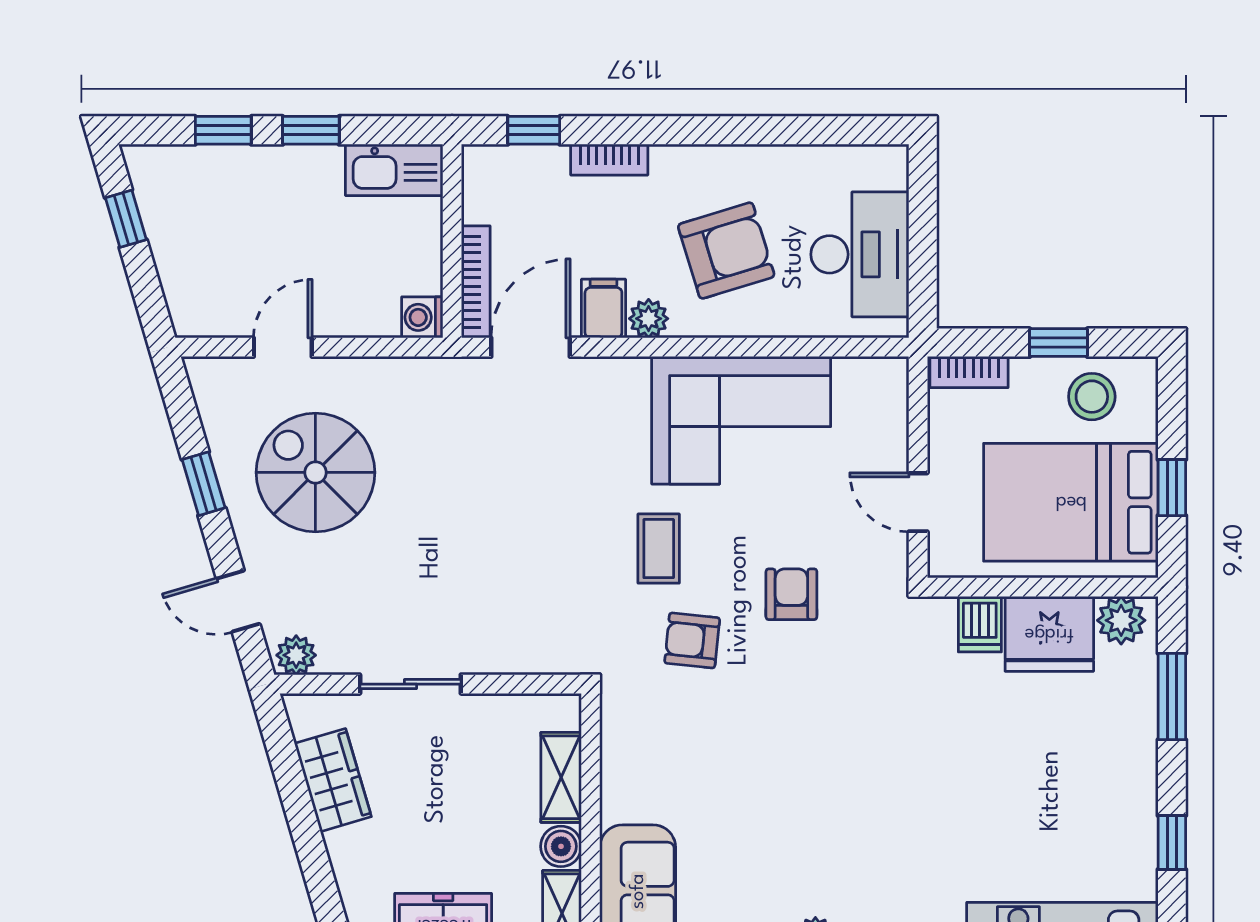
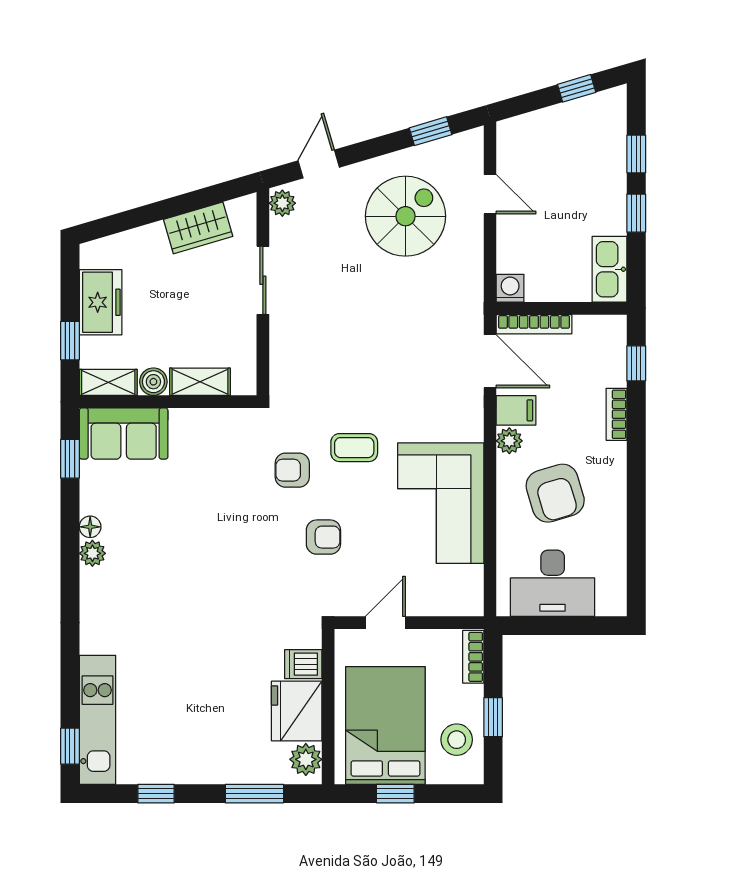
window: (204, 484) -> (430, 131), moved
armchair: (692, 640) -> (292, 470), turned -96

